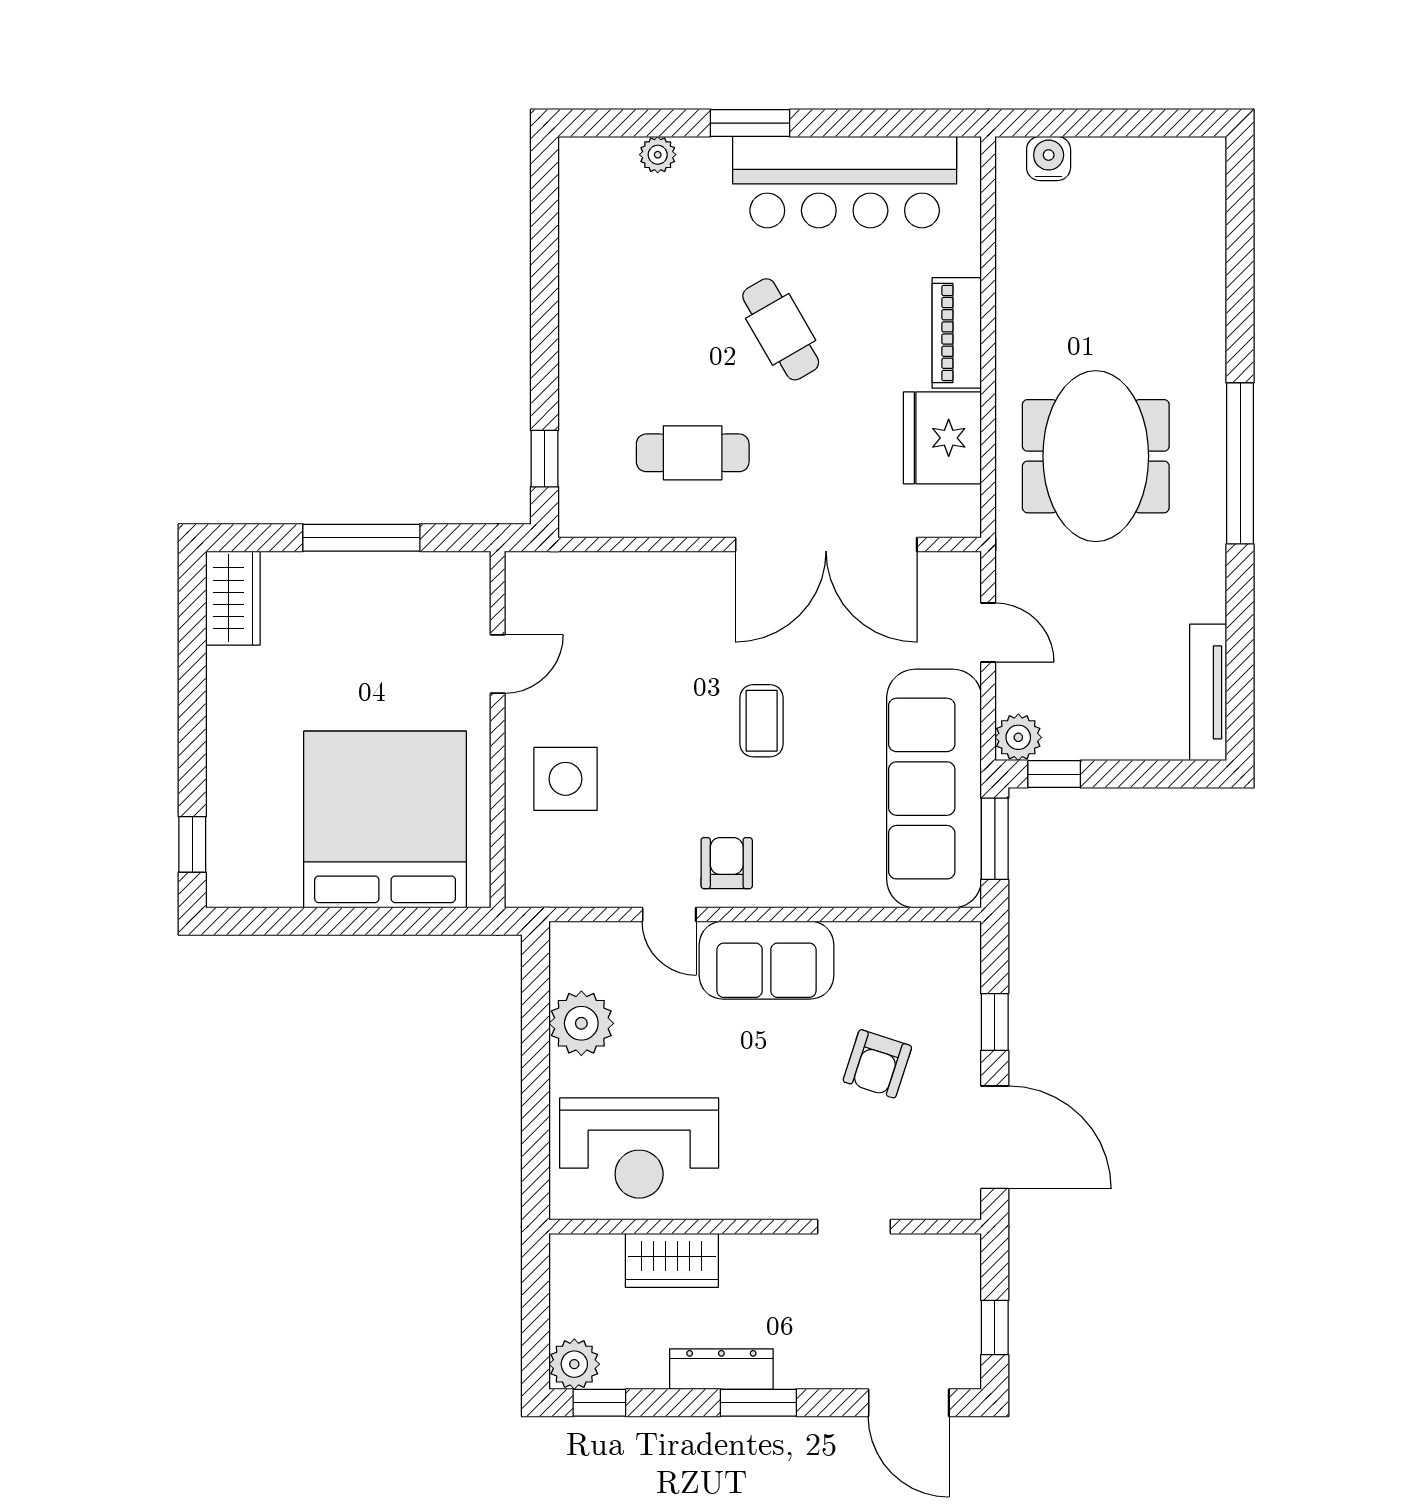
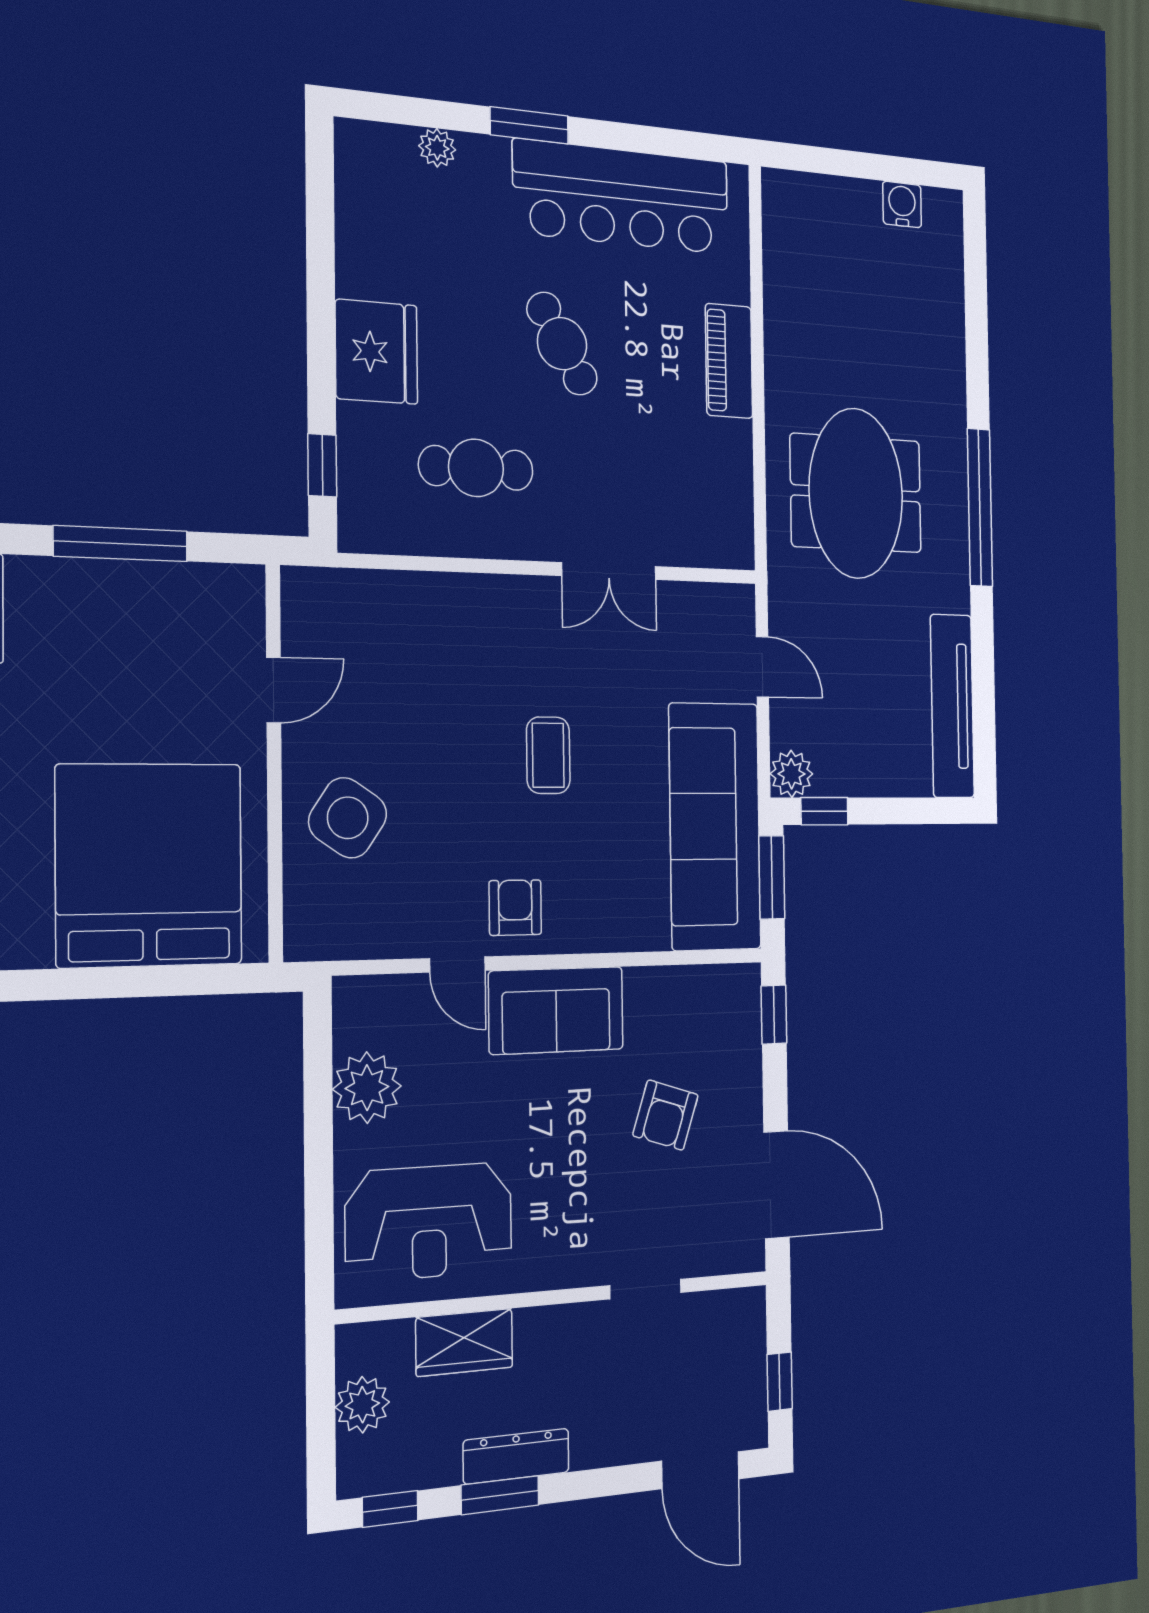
water cooler: (1049, 159) -> (902, 205), moved
fridge: (942, 438) -> (376, 352), moved, turned 180
double door: (826, 544) -> (609, 571), width x0.54
tv unit: (1208, 692) -> (952, 706), width x1.36, depth x1.29
side table: (565, 779) -> (348, 818), turned 34
window: (995, 1022) -> (774, 1015), moved
plant: (574, 1364) -> (362, 1405), moved
window: (758, 1403) -> (500, 1495), moved

